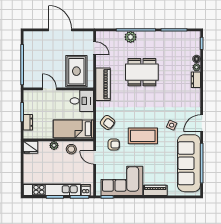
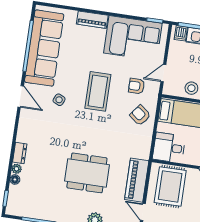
piano: (103, 84) -> (137, 180), moved
door: (202, 123) -> (21, 96), hinge flipped
coffee table: (143, 136) -> (98, 91), turned 90
door: (95, 157) -> (163, 73), swing flipped

